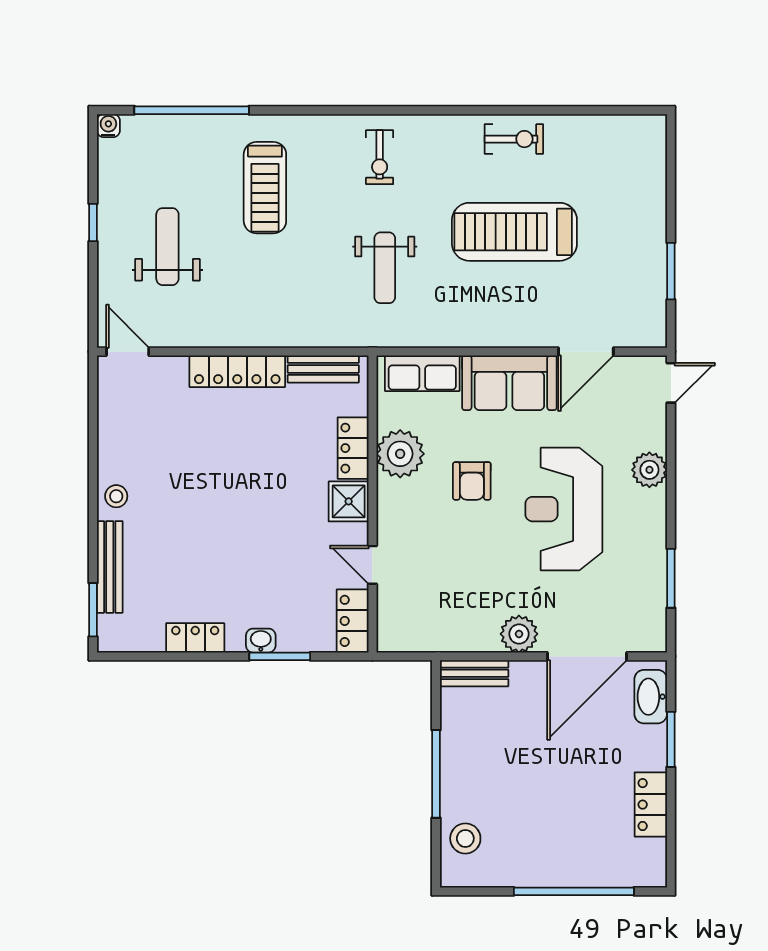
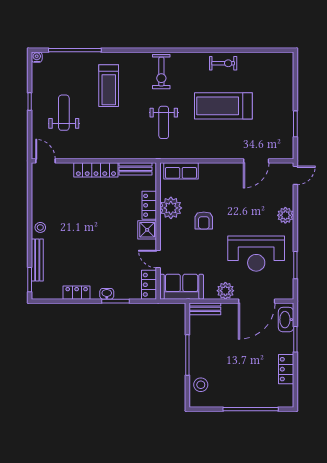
exercise bike: (380, 157) -> (161, 72), width x1.38, depth x1.39
sofa: (509, 383) -> (182, 287), moved, turned 180
reception desk: (564, 509) -> (256, 254), moved, turned -90

